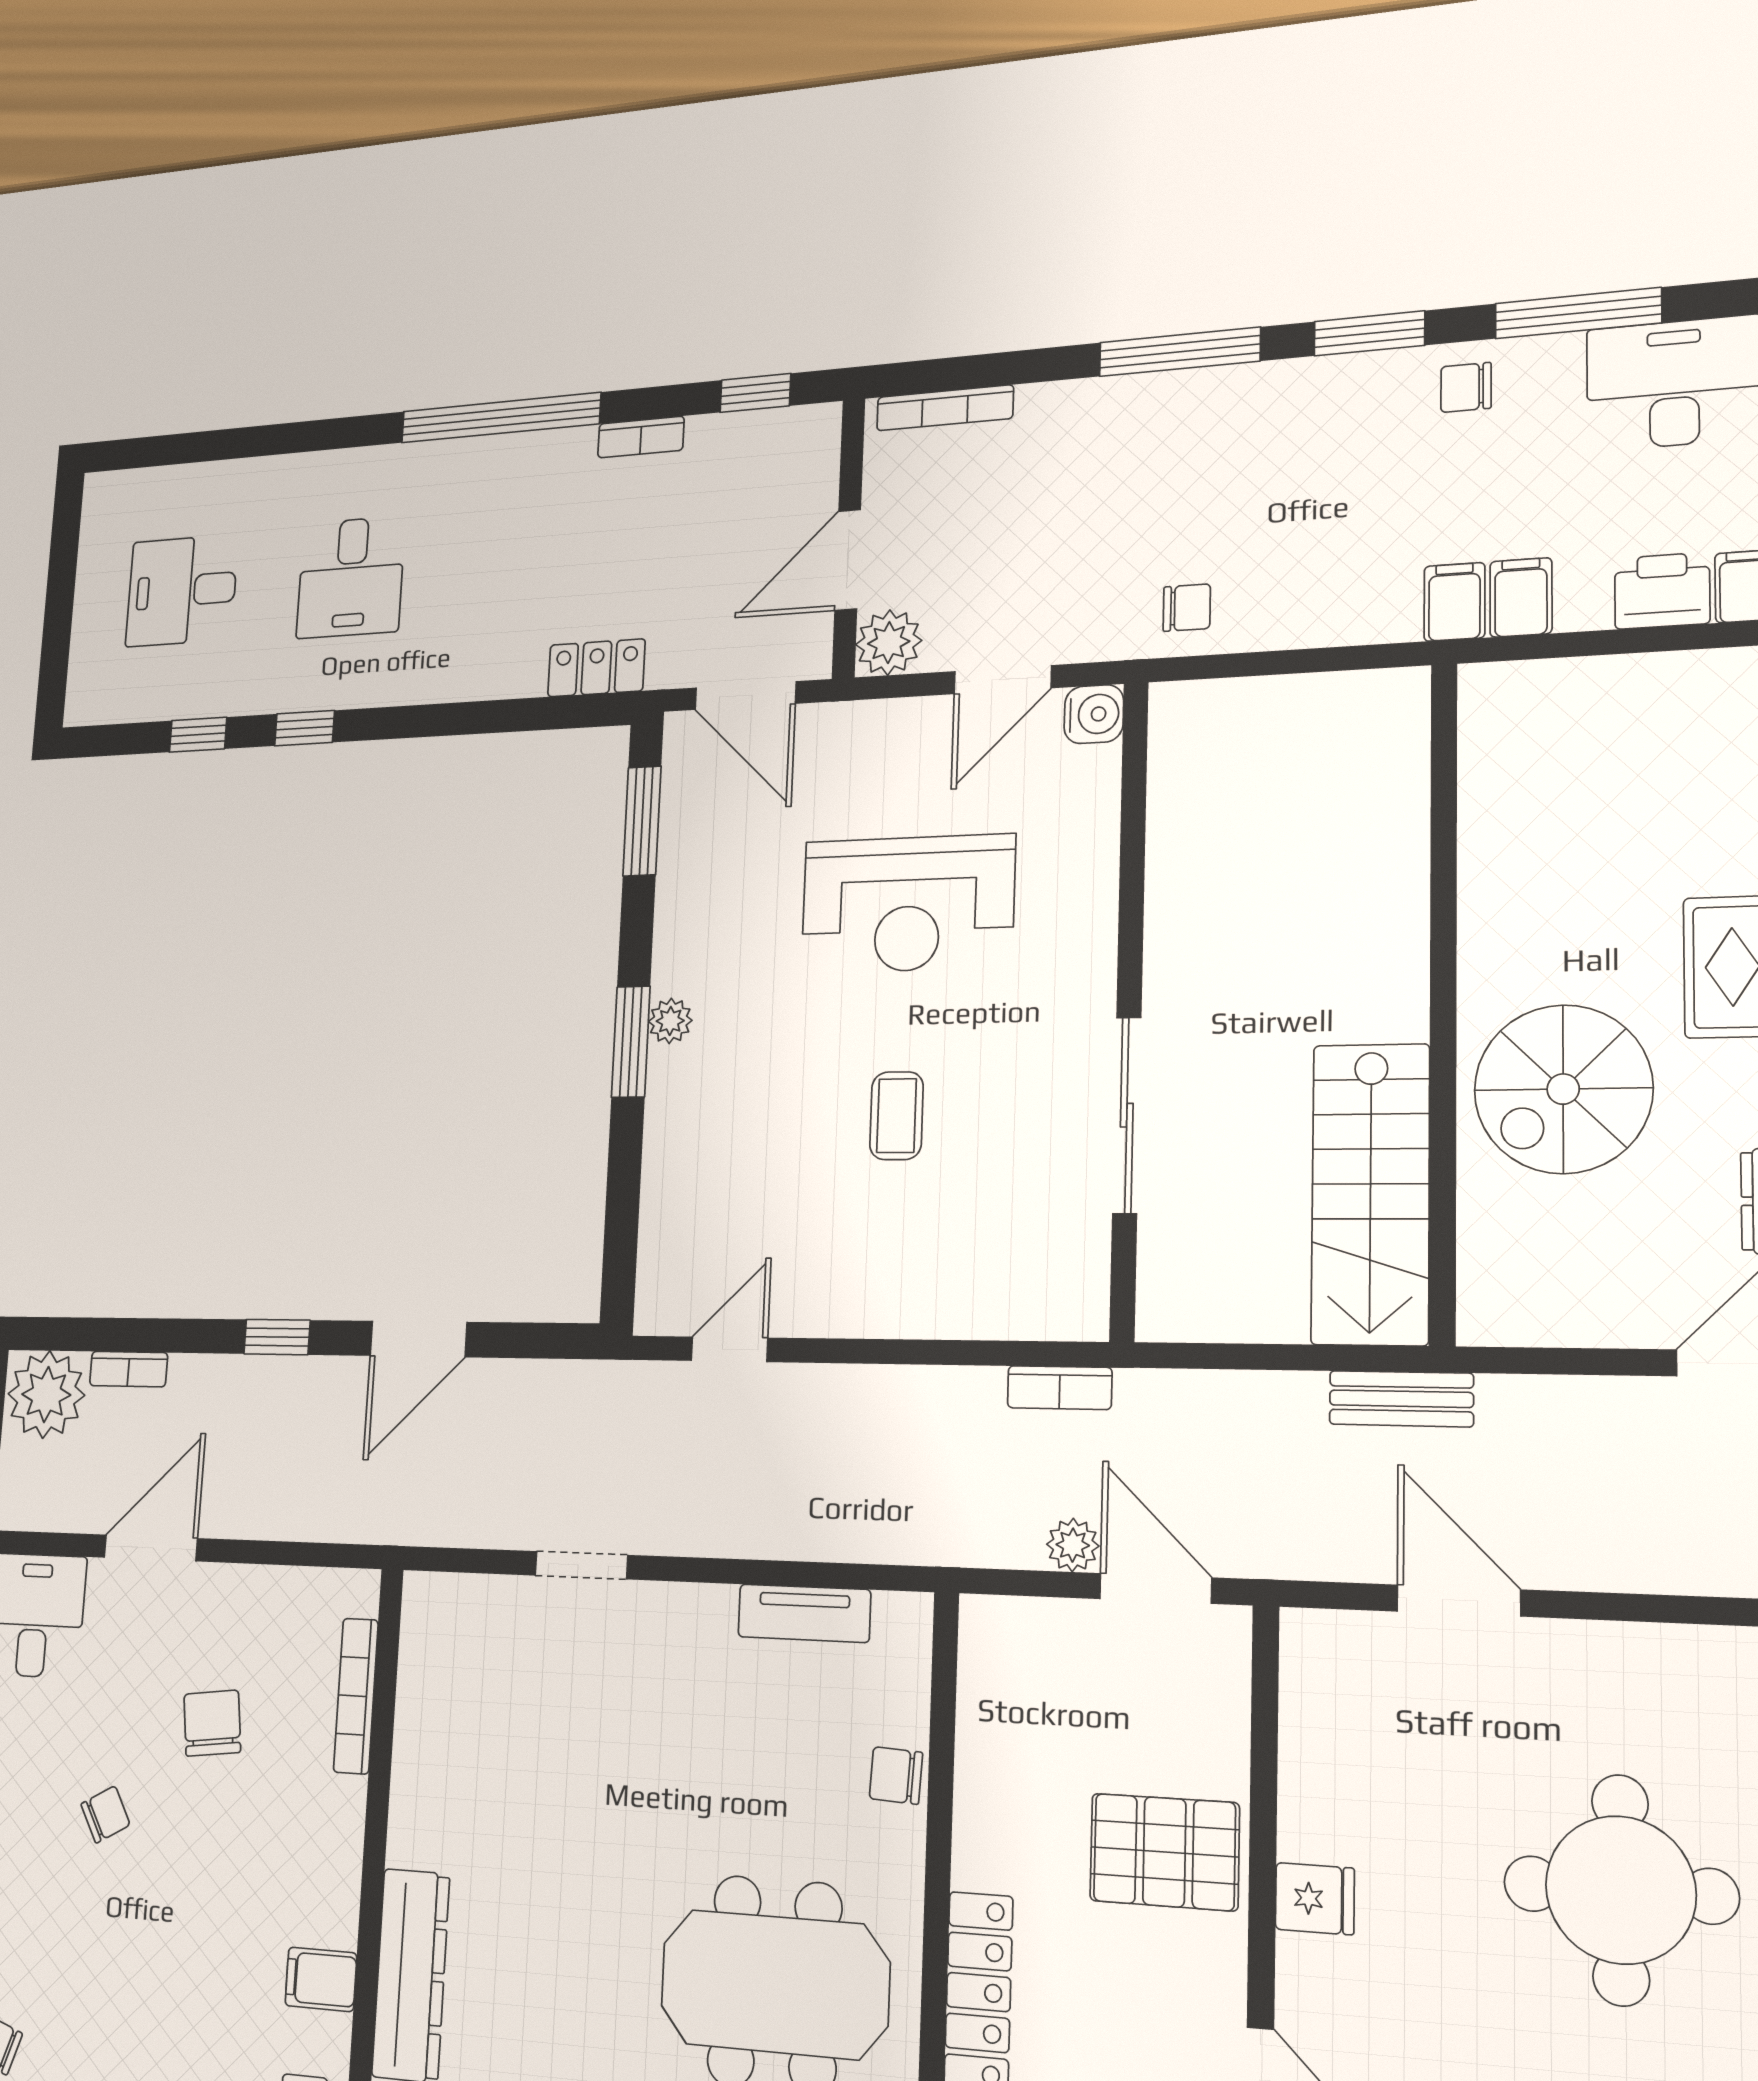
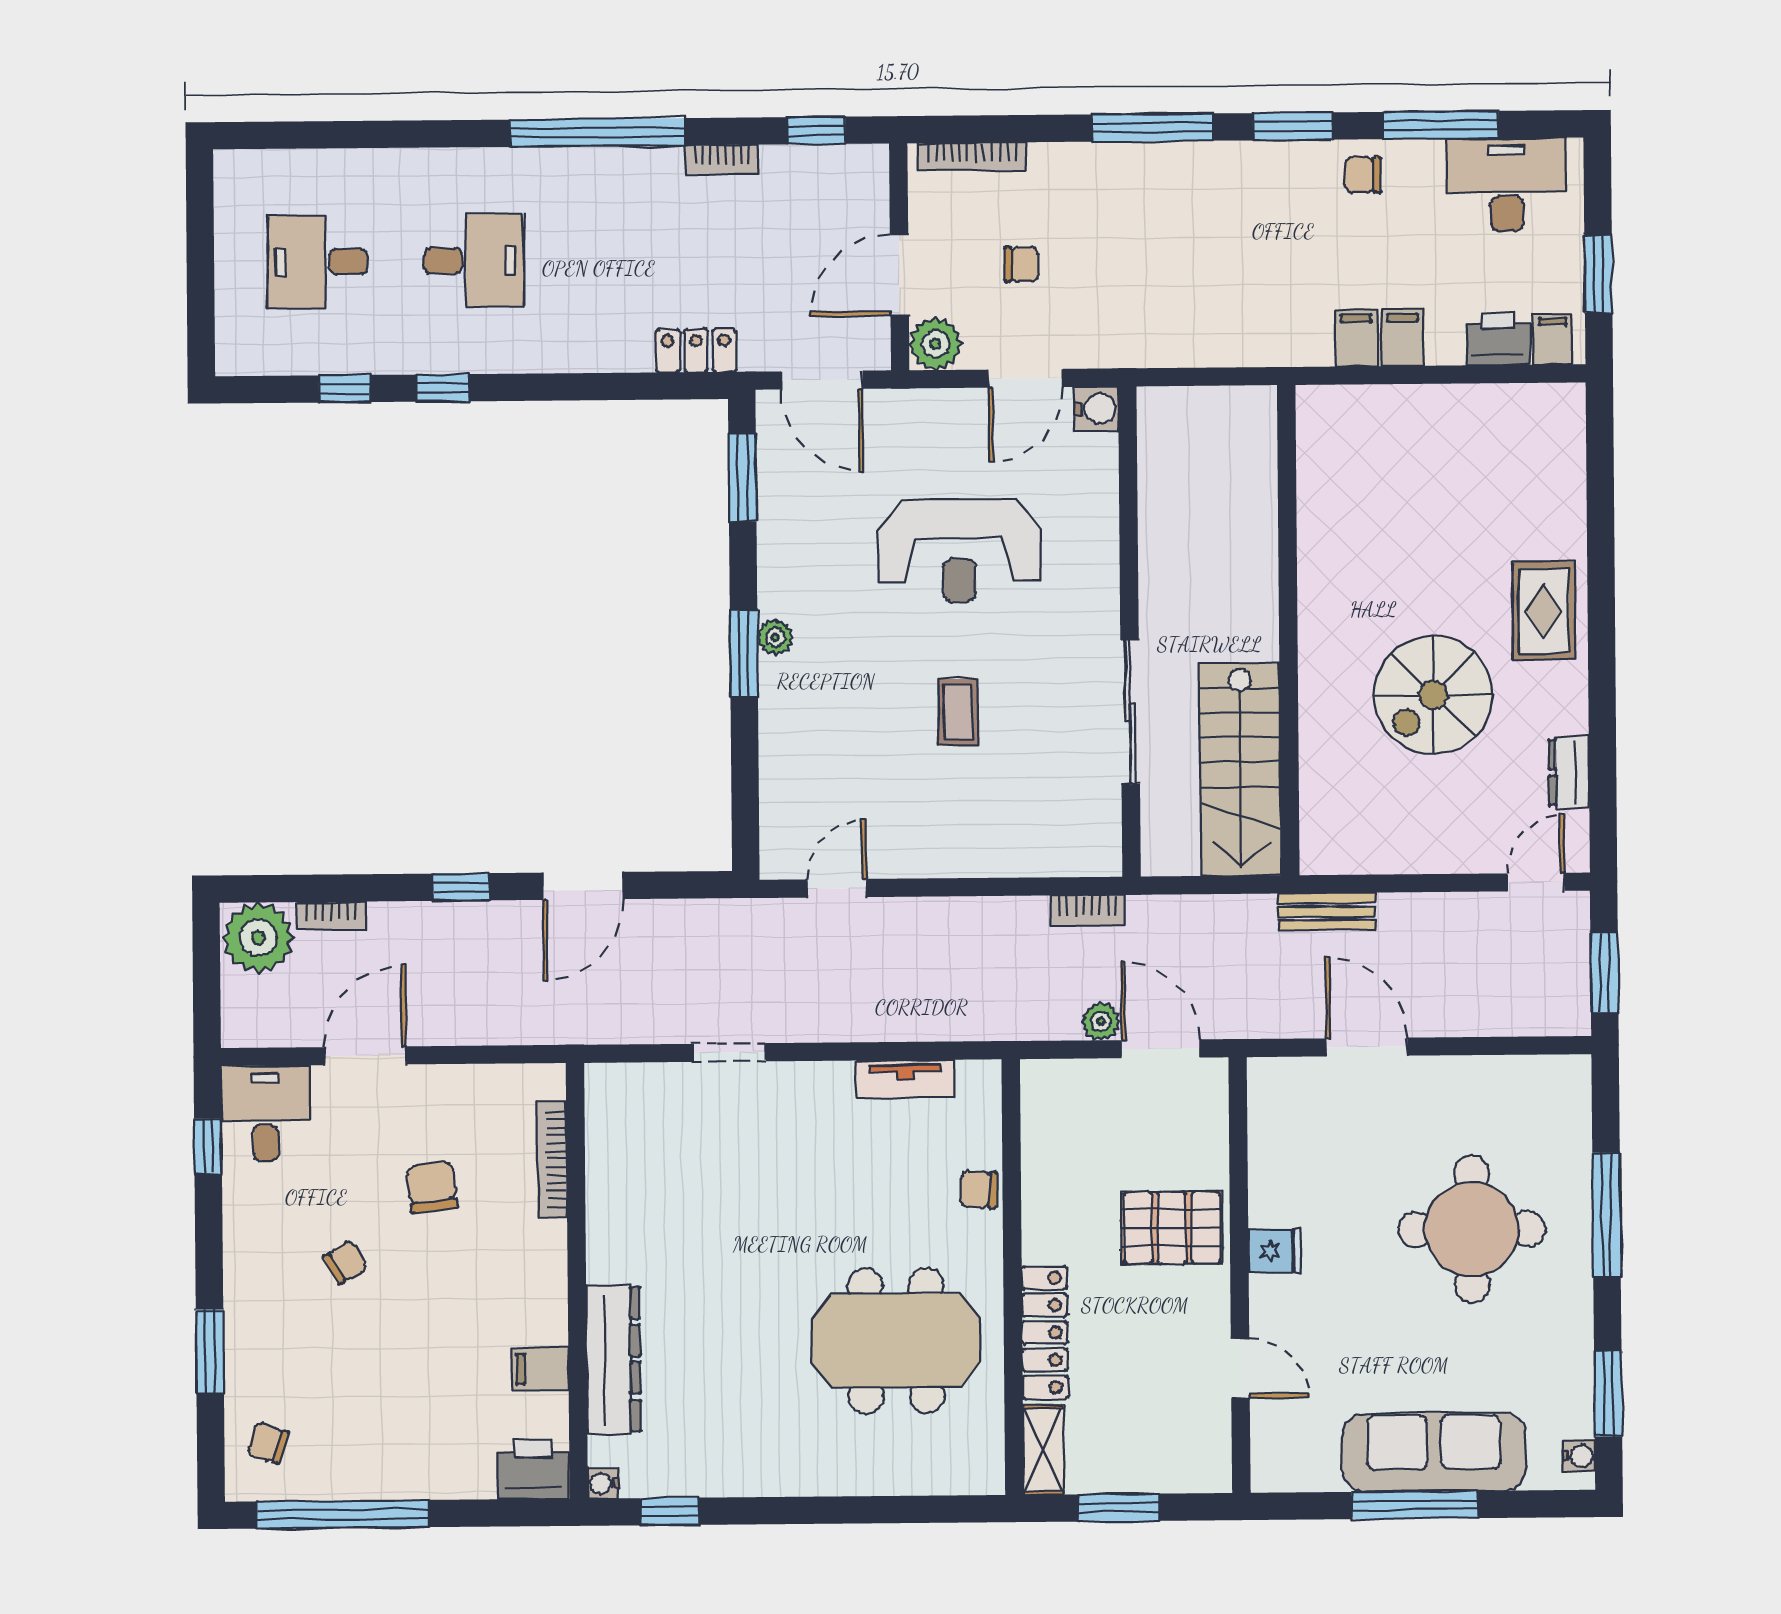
desk: (351, 577) -> (474, 261), turned -90
chair: (1187, 608) -> (1022, 264), moved
wall: (1443, 998) -> (1288, 630), moved
stairs: (1370, 1194) -> (1240, 769), moved

